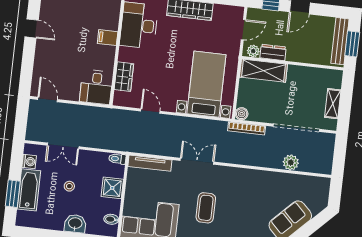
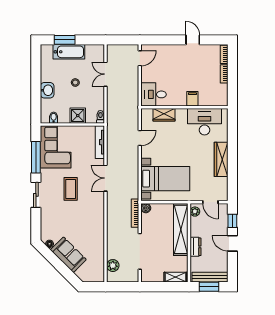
door: (32, 28) -> (193, 40), swing flipped
dresser: (273, 52) -> (196, 247), moved
shelving: (263, 71) -> (181, 229), width x1.47
shelving: (333, 104) -> (175, 277), moved
double door: (197, 161) -> (106, 178), swing flipped
washing machine: (29, 162) -> (91, 50), removed
plant: (291, 162) -> (113, 266), moved
coffee table: (206, 208) -> (71, 189), turned 90

